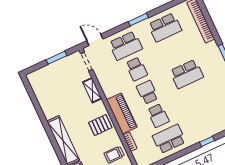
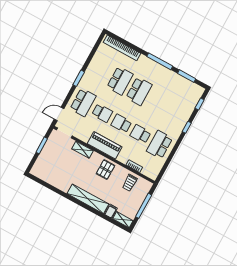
school desk: (165, 27) -> (120, 81), moved
piano: (122, 113) -> (105, 145), moved
school desk: (158, 116) -> (140, 134), turned 180

